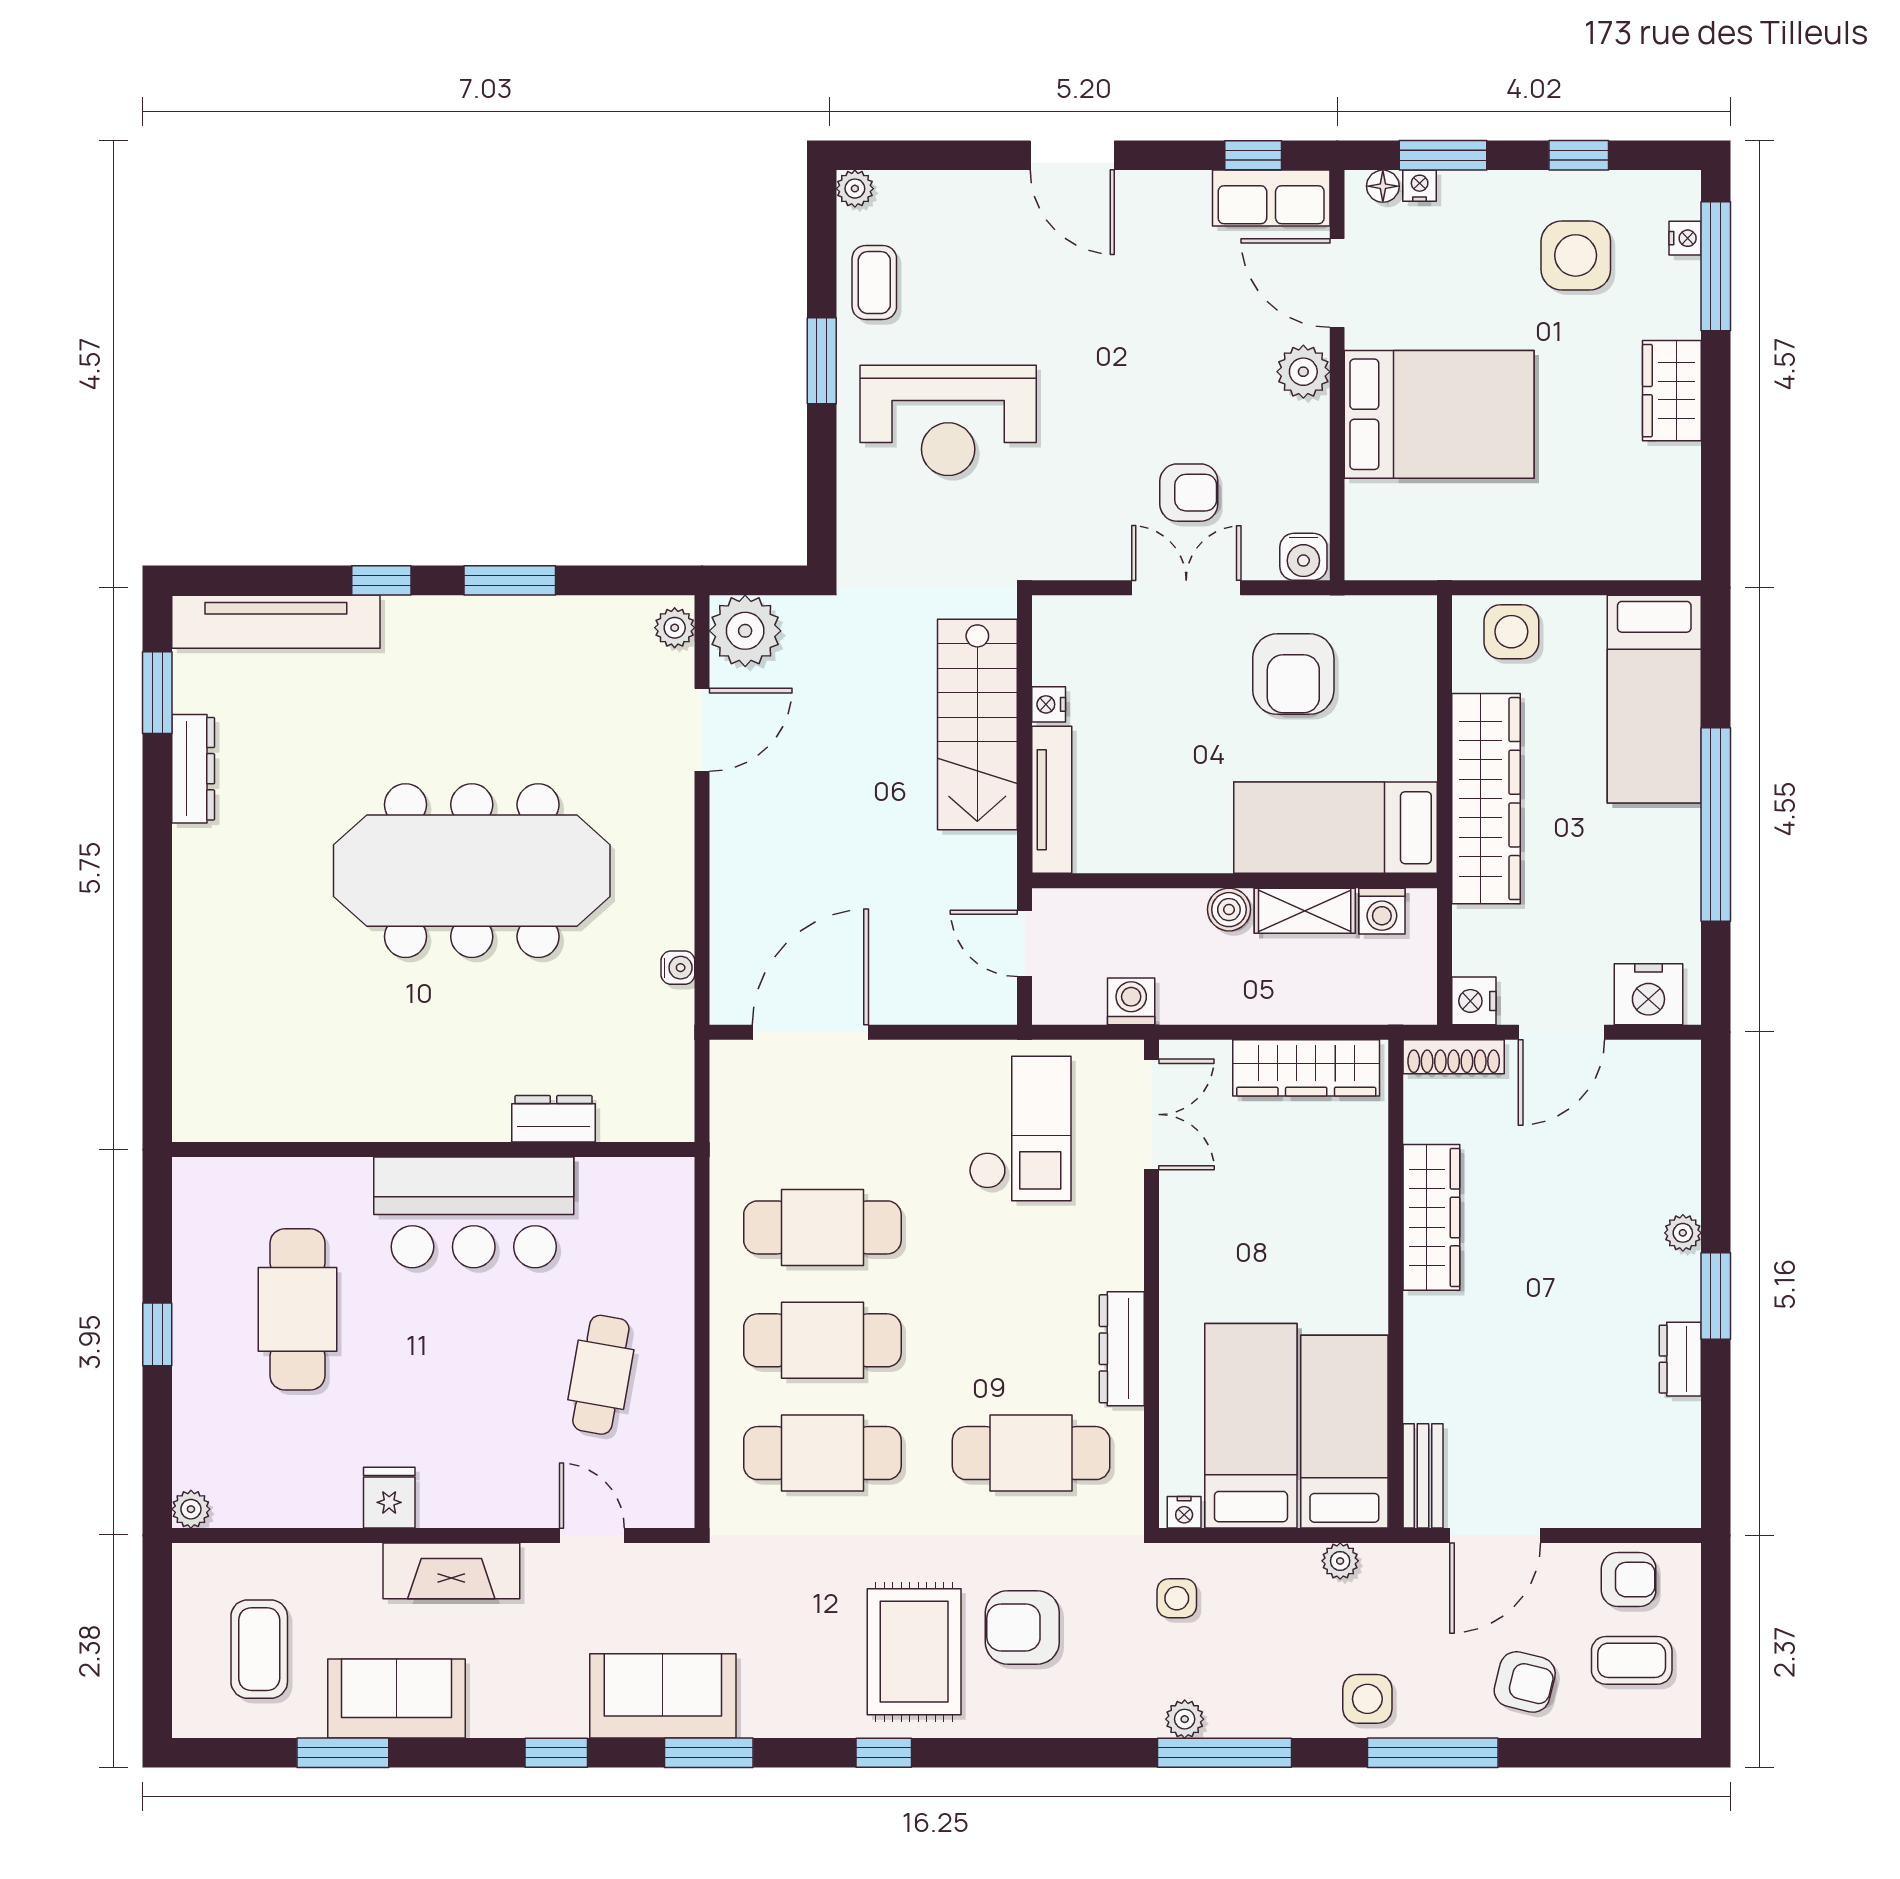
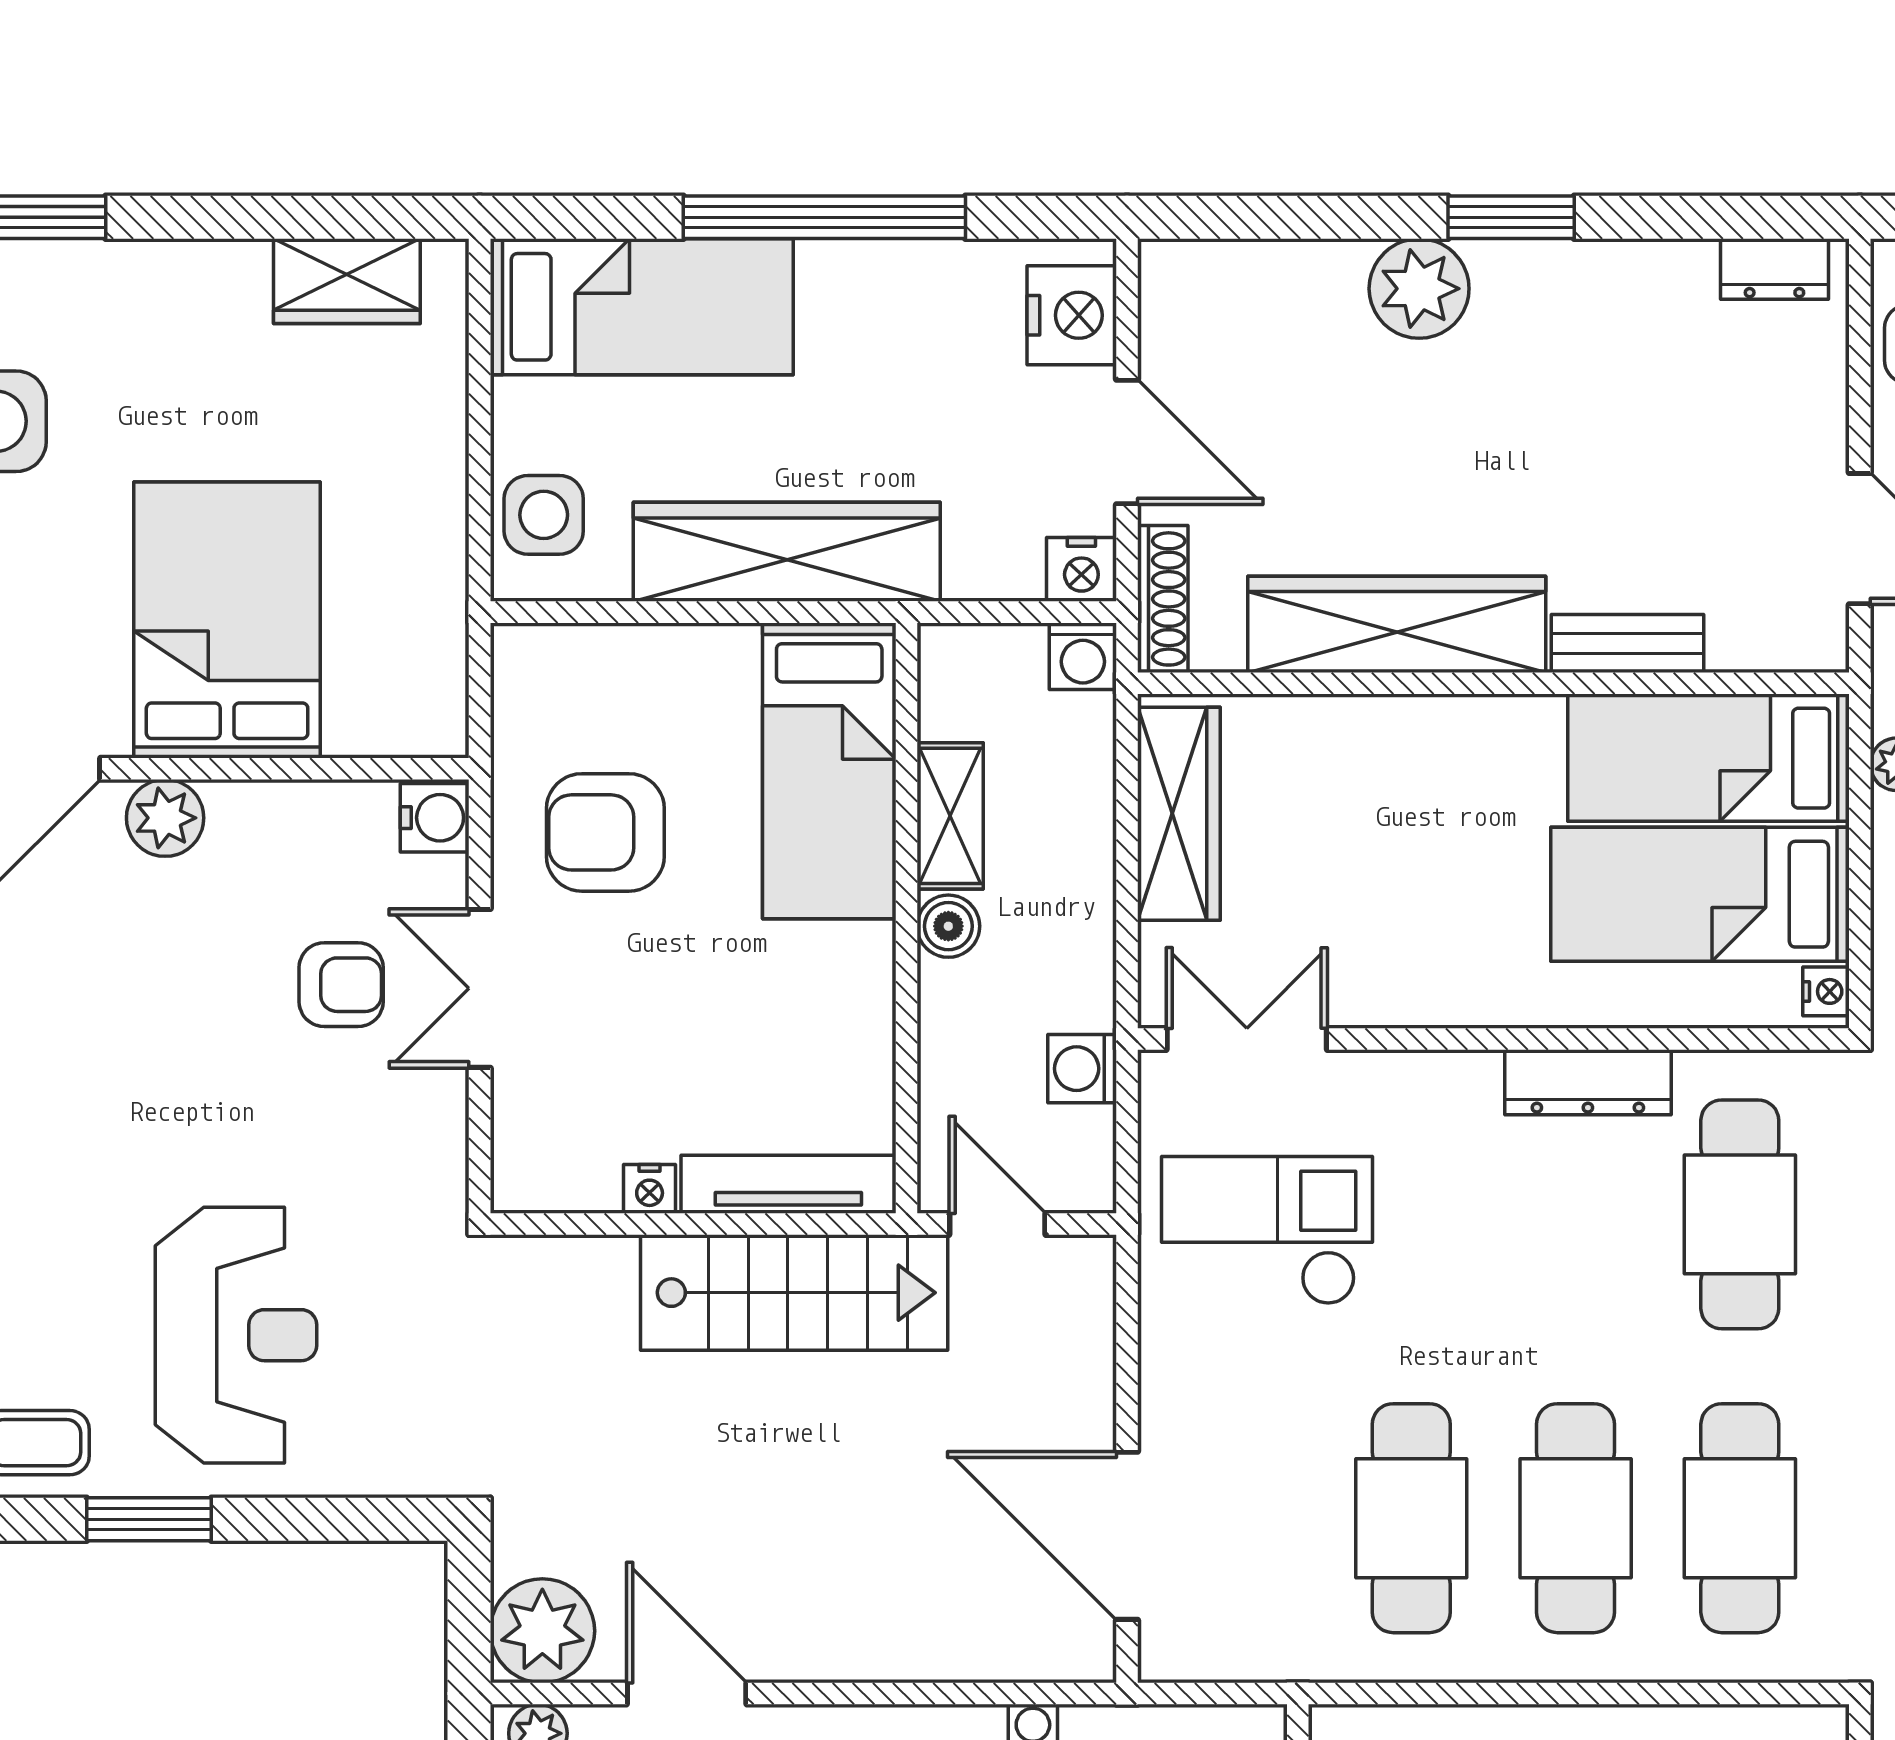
wardrobe: (1672, 391) -> (347, 281), moved
armchair: (1189, 493) -> (341, 985), turned 90
armchair: (1293, 674) -> (605, 832), turned 180
stairs: (977, 724) -> (794, 1293), moved
washing machine: (1382, 911) -> (1083, 656), moved, turned 90
door: (1024, 943) -> (997, 1224), swing flipped
wardrobe: (1431, 1217) -> (1397, 624), width x1.40, depth x1.17
plant: (1683, 1233) -> (1419, 289), width x1.88, depth x1.88
dresser: (1680, 1359) -> (1774, 269), moved
bench: (1423, 1476) -> (1627, 644), moved

